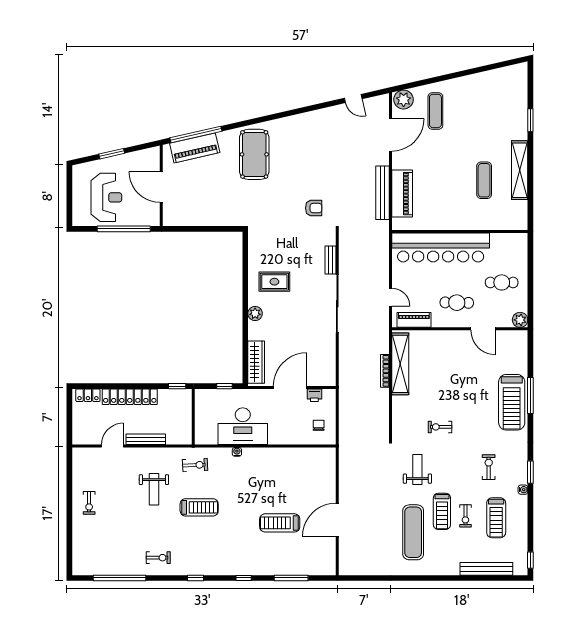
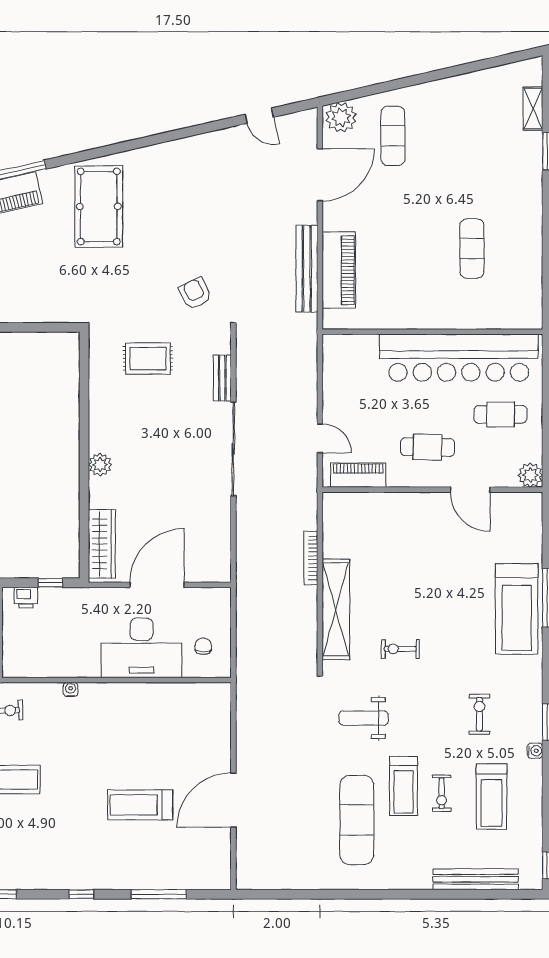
shelving: (520, 170) -> (533, 109), moved, width x0.45, depth x0.75
armchair: (314, 208) -> (195, 294), turned -116
bar counter: (441, 247) -> (459, 358), moved
rug: (274, 282) -> (148, 359), moved
shelving: (400, 364) -> (336, 609), moved
printer: (314, 395) -> (26, 598), moved
desk: (243, 426) -> (142, 648), moved
weight bench: (417, 470) -> (364, 718), turned -90

